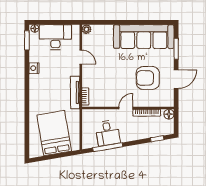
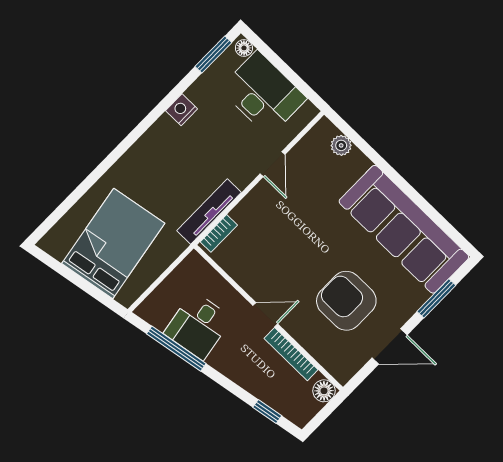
plant: (86, 29) -> (341, 145), moved

